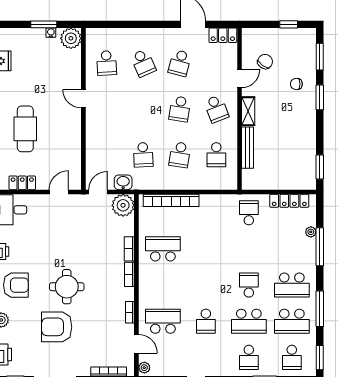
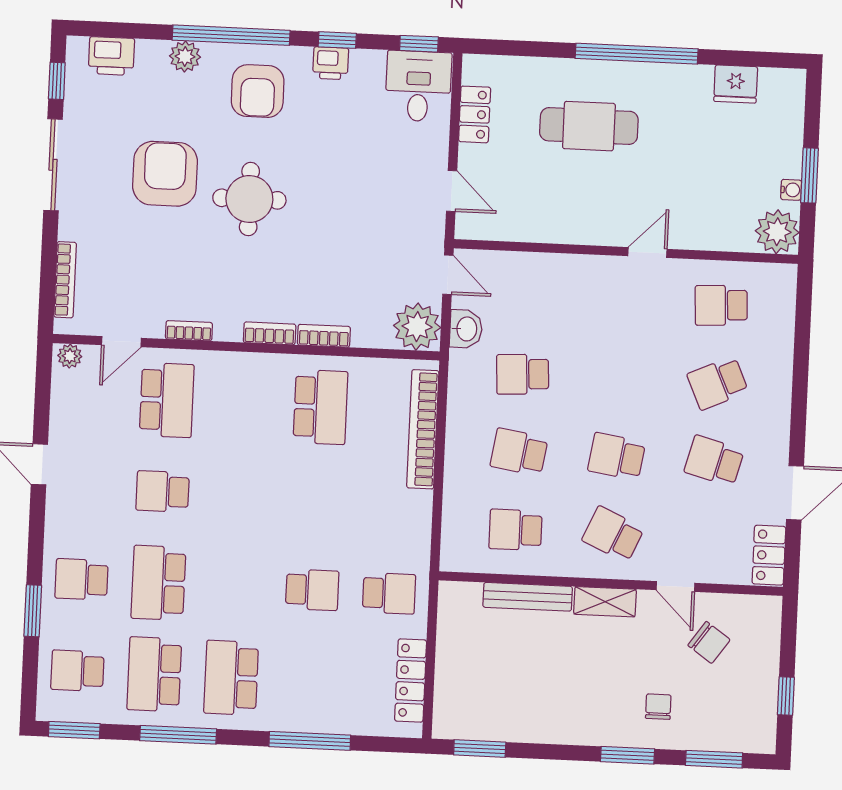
school desk: (216, 109) -> (613, 534), turned 45
plant: (311, 232) -> (342, 723), removed
school desk: (249, 285) -> (312, 590), moved

